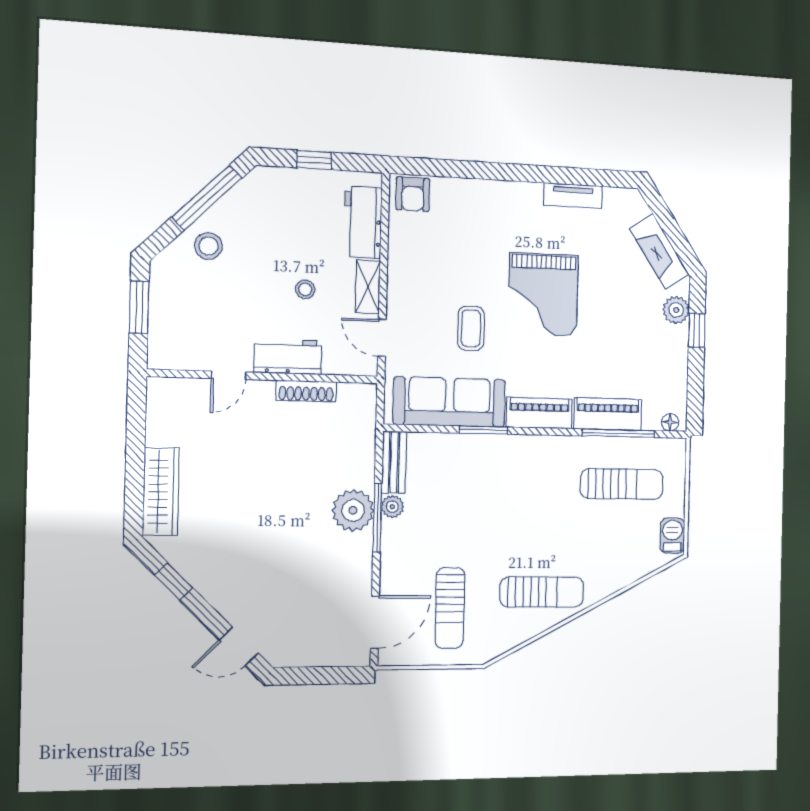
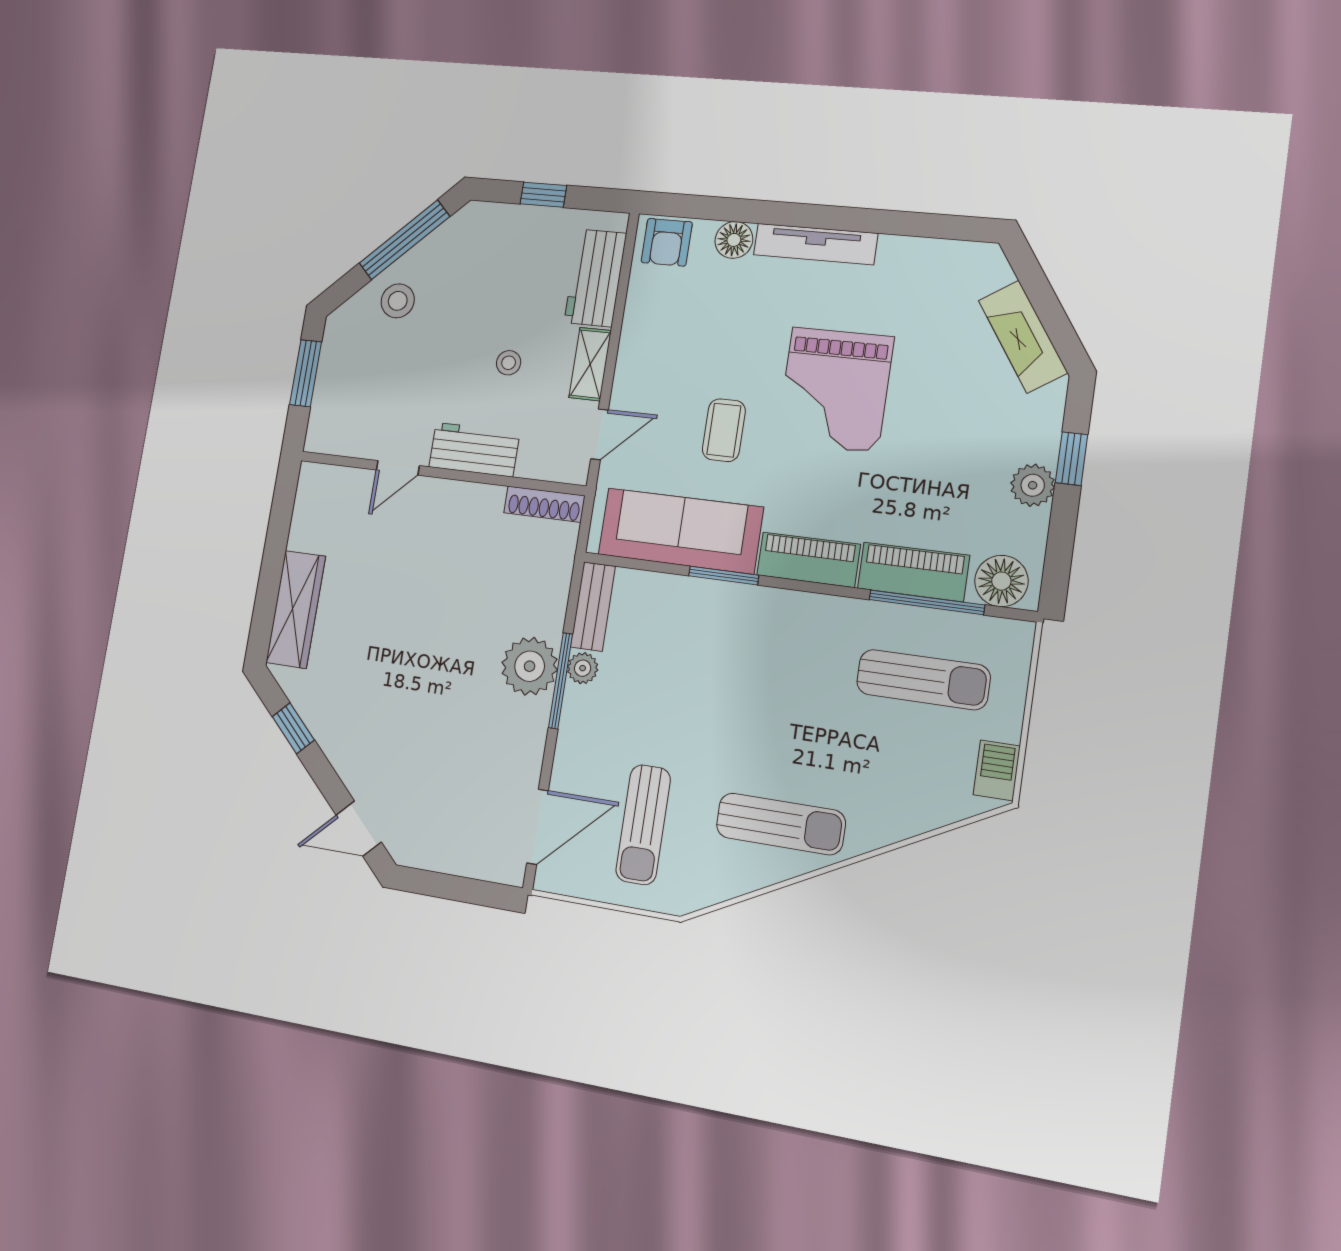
floor lamp: (461, 191) -> (734, 240), added
tv unit: (573, 196) -> (815, 244), moved, width x1.41
plant: (676, 310) -> (1033, 485), moved
door: (382, 338) -> (599, 434), swing flipped
shoe rack: (306, 391) -> (544, 504), moved
floor lamp: (670, 422) -> (1001, 581), width x1.89, depth x1.89

